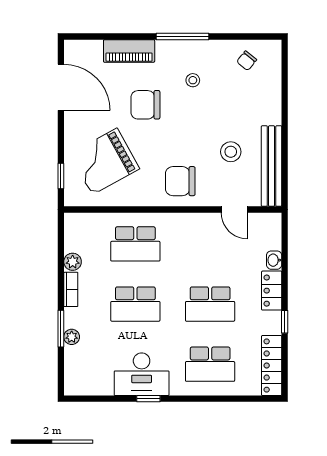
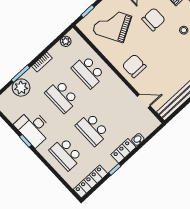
chair: (145, 105) -> (154, 19), turned 90
stool: (231, 152) -> (168, 76), removed
door: (234, 209) -> (144, 101), swing flipped
plant: (73, 262) -> (66, 41), moved
plant: (72, 337) -> (21, 88), width x1.88, depth x1.88

